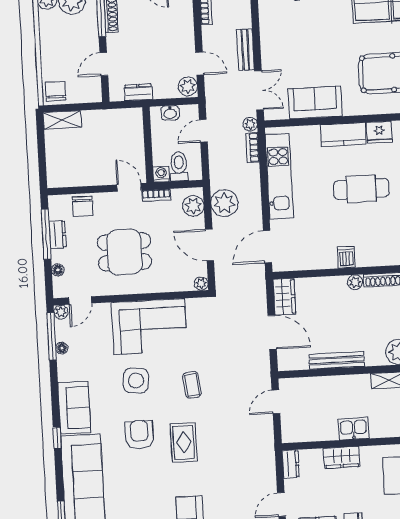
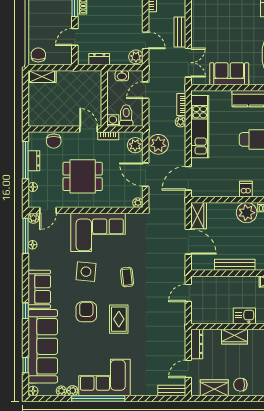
plant: (250, 124) -> (180, 122), moved
plant: (355, 282) -> (247, 213), width x1.88, depth x1.88
dresser: (291, 464) -> (197, 344), width x1.44

